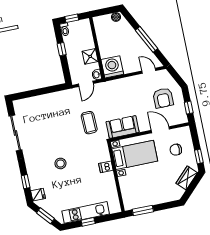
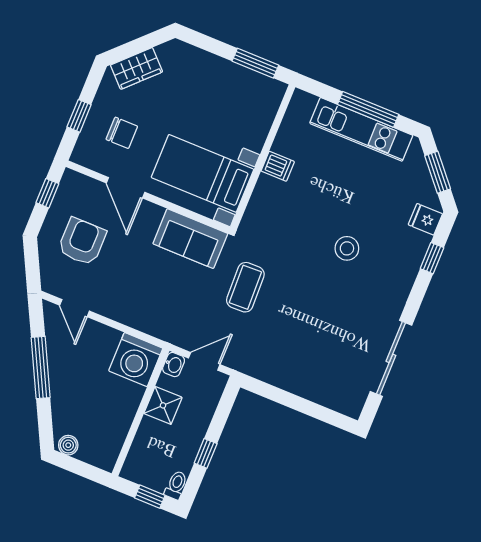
window: (199, 156) -> (79, 116), moved
dishwasher: (106, 167) -> (278, 166), moved
window: (88, 222) -> (368, 109), width x2.17

